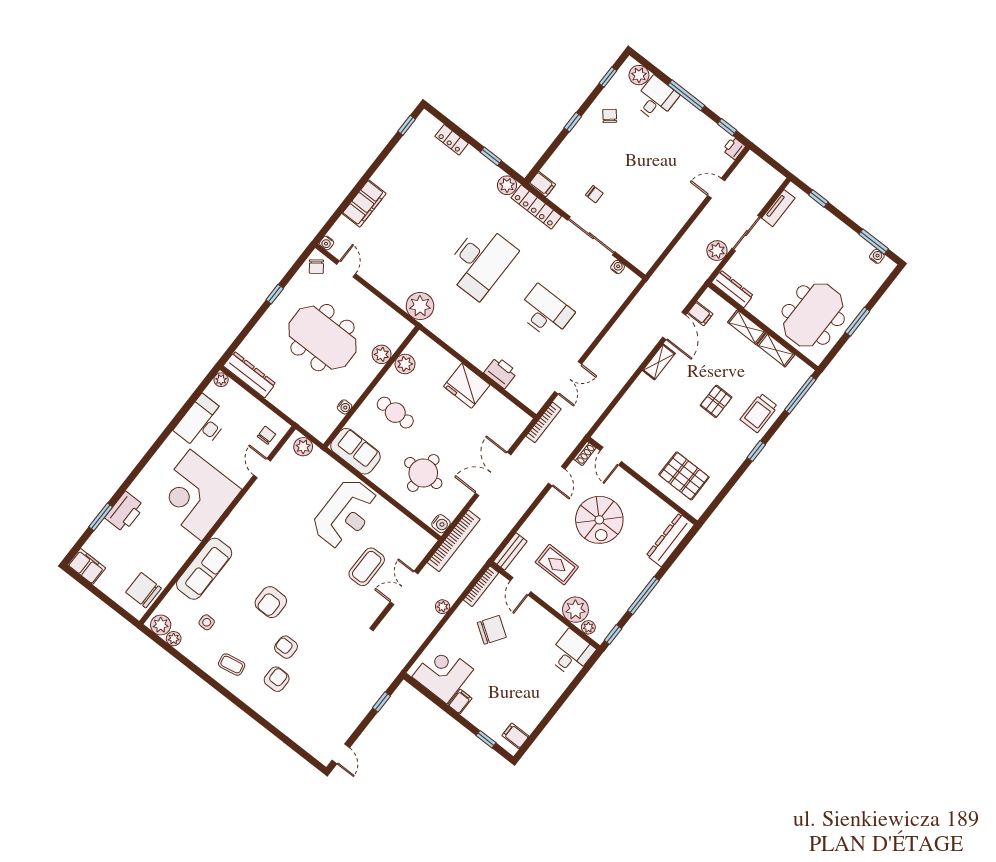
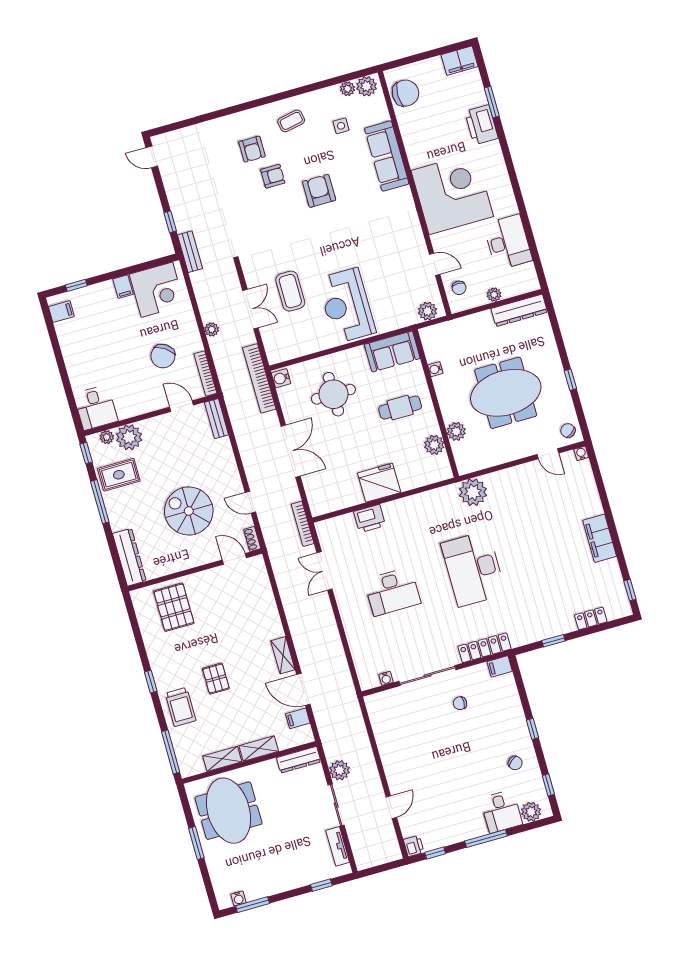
plant: (507, 185) -> (520, 637), removed
filing cabinet: (364, 203) -> (600, 538), moved
plant: (221, 380) -> (494, 295), moved
trolley: (759, 413) -> (181, 707), turned 180
pallet: (684, 476) -> (174, 607), turned 90
rug: (557, 565) -> (119, 475), moved
bench: (394, 669) -> (190, 252), added

